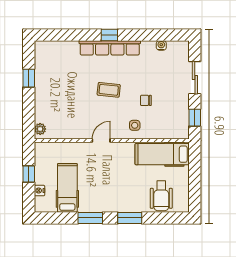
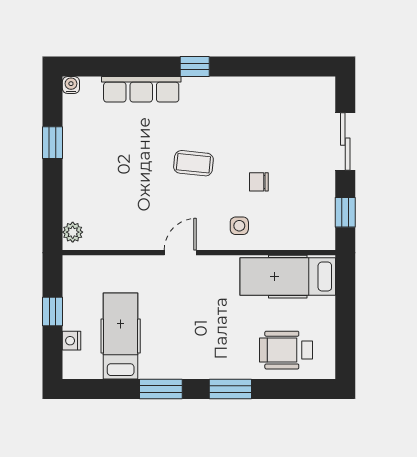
water cooler: (161, 45) -> (71, 85), moved
row of seats: (110, 48) -> (141, 89), moved, width x0.73
wheelchair: (161, 196) -> (286, 350), turned 90

